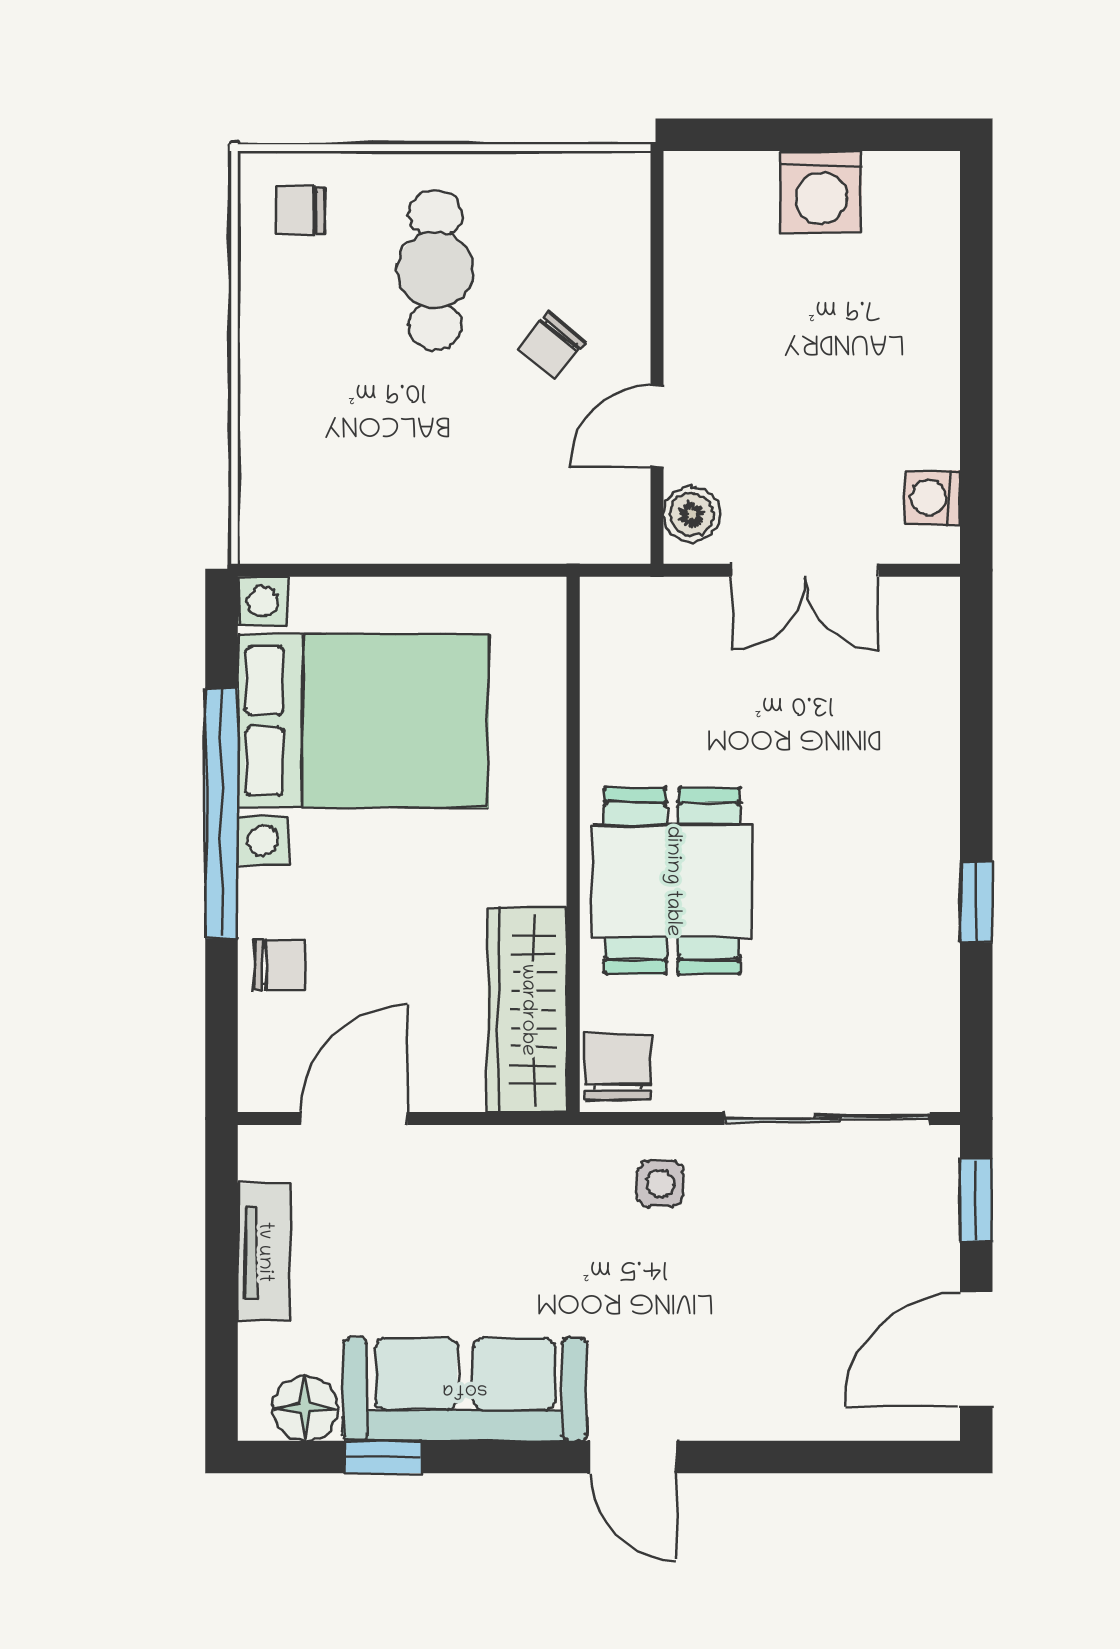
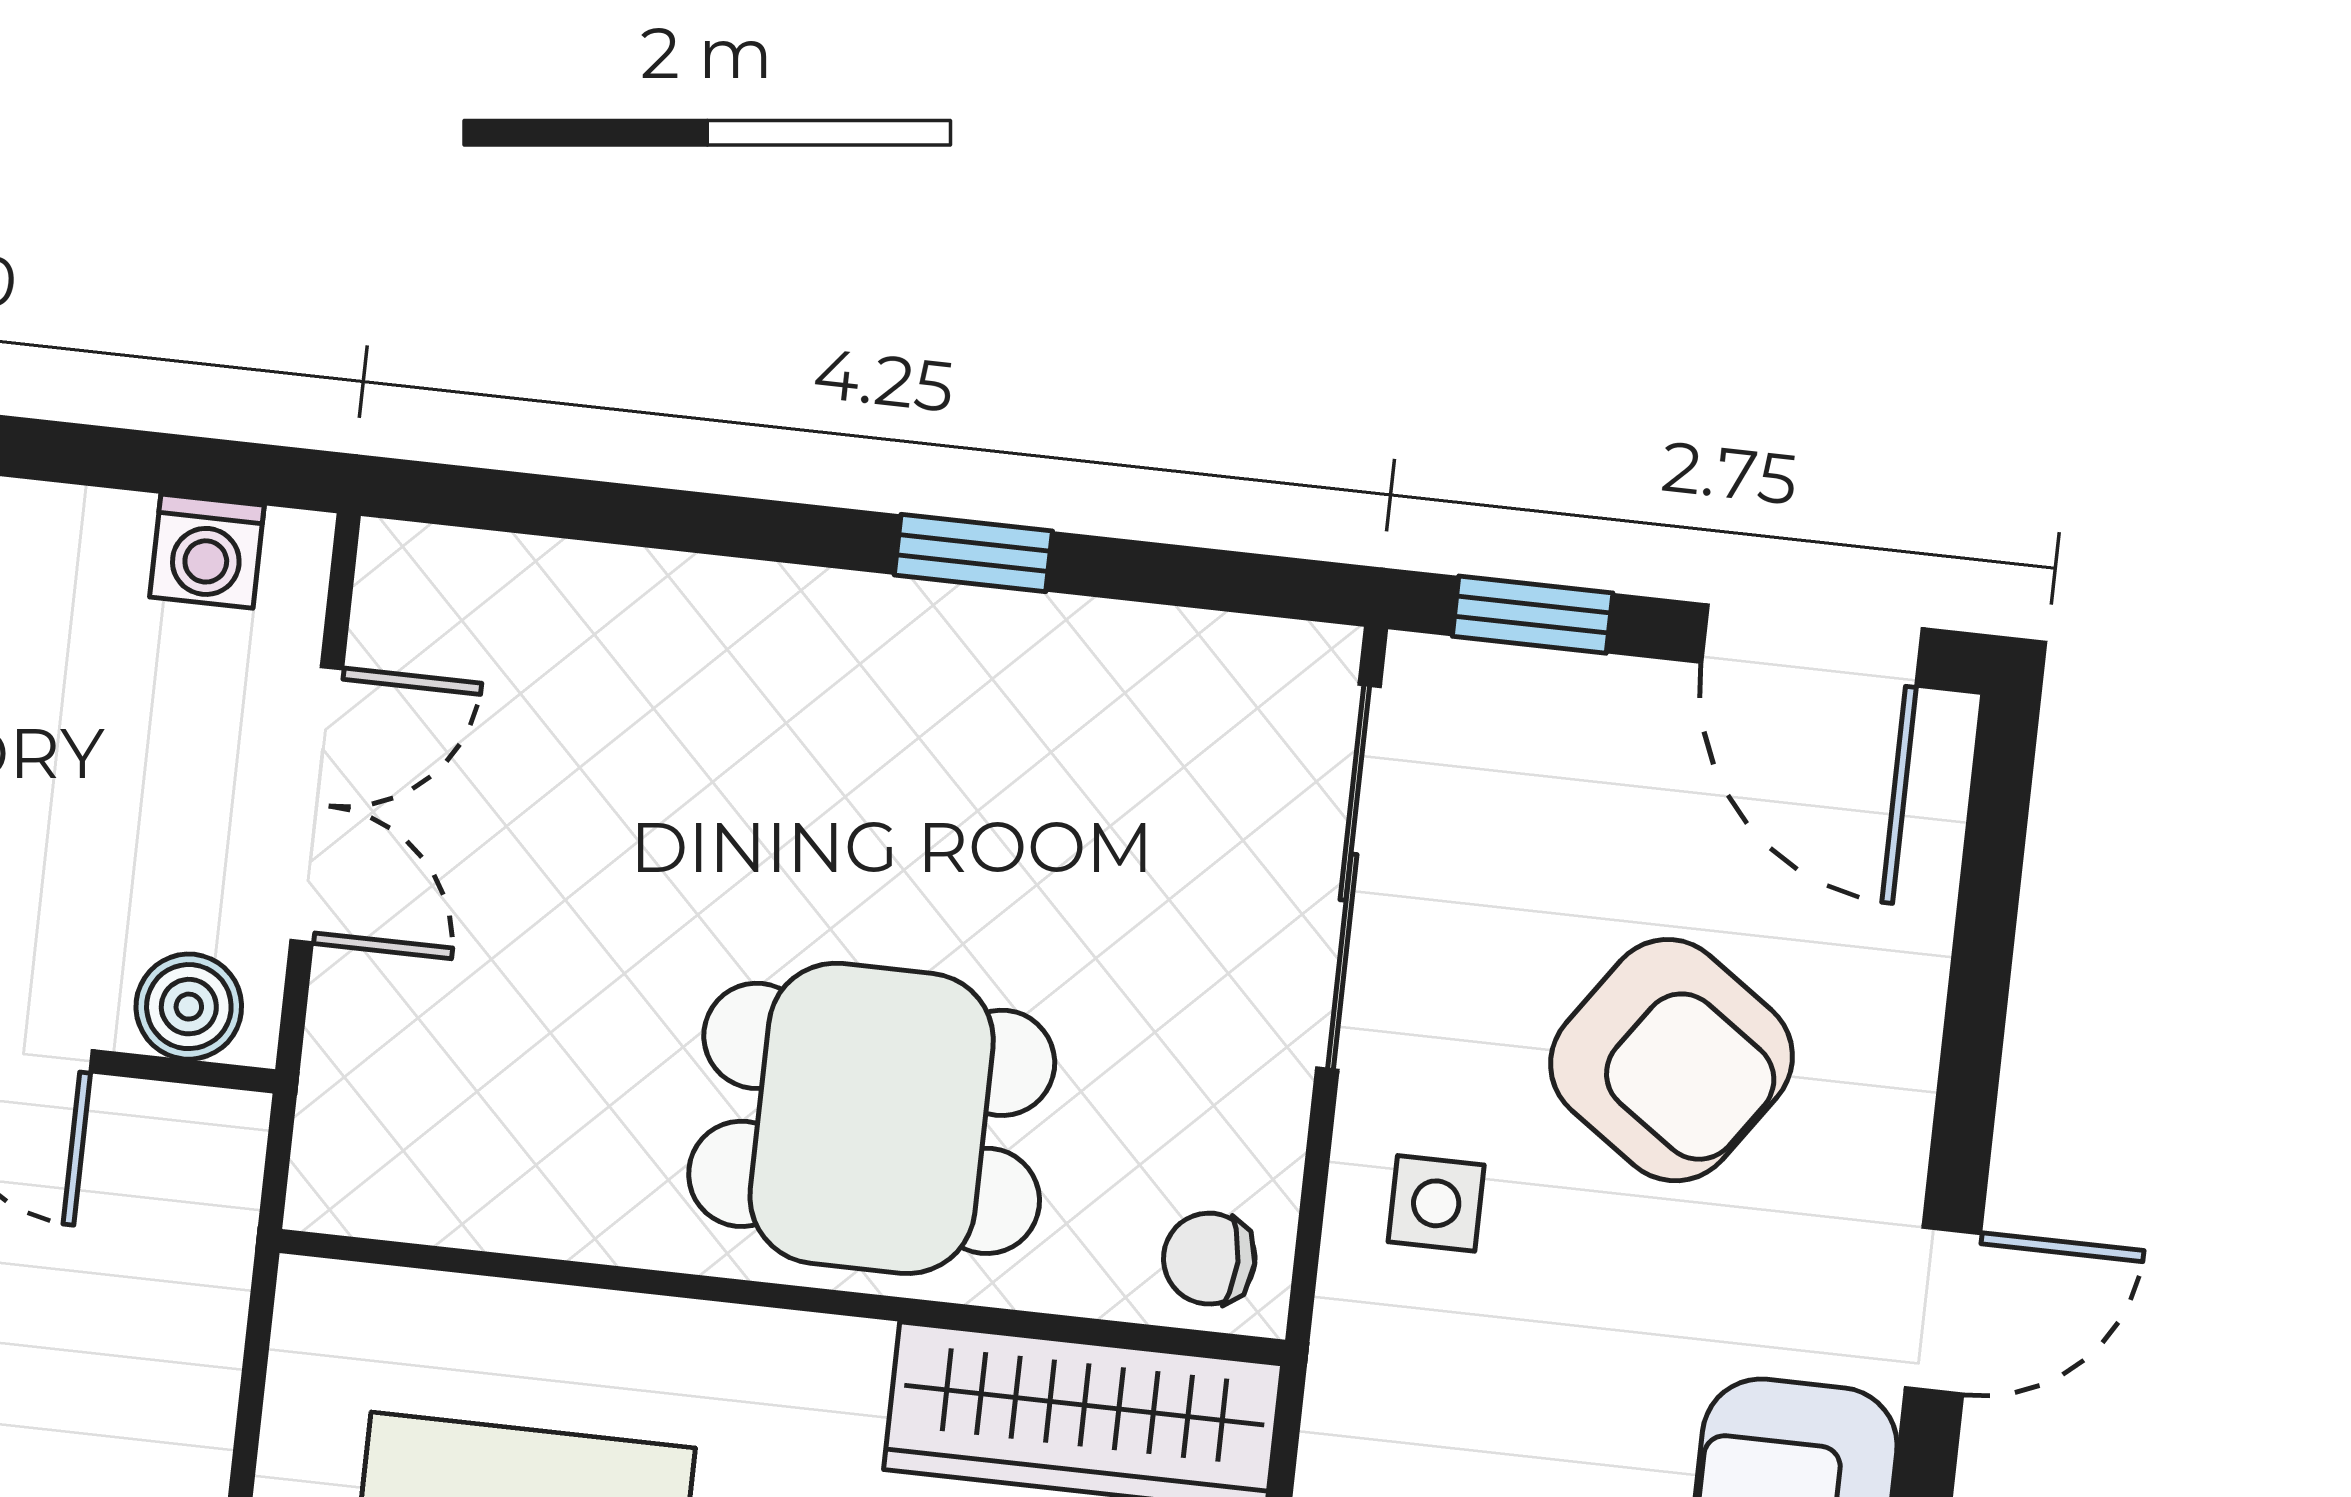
chair: (618, 1067) -> (1209, 1259), width x0.73, depth x0.73
armchair: (749, 1299) -> (1671, 1060), added

